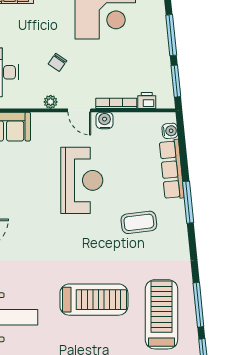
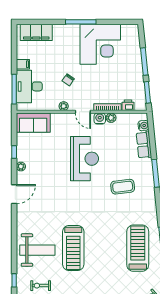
plant: (121, 119) -> (111, 118), added
row of seats: (172, 169) -> (144, 145), width x0.68
treadmill: (94, 300) -> (73, 248), moved, turned 90

